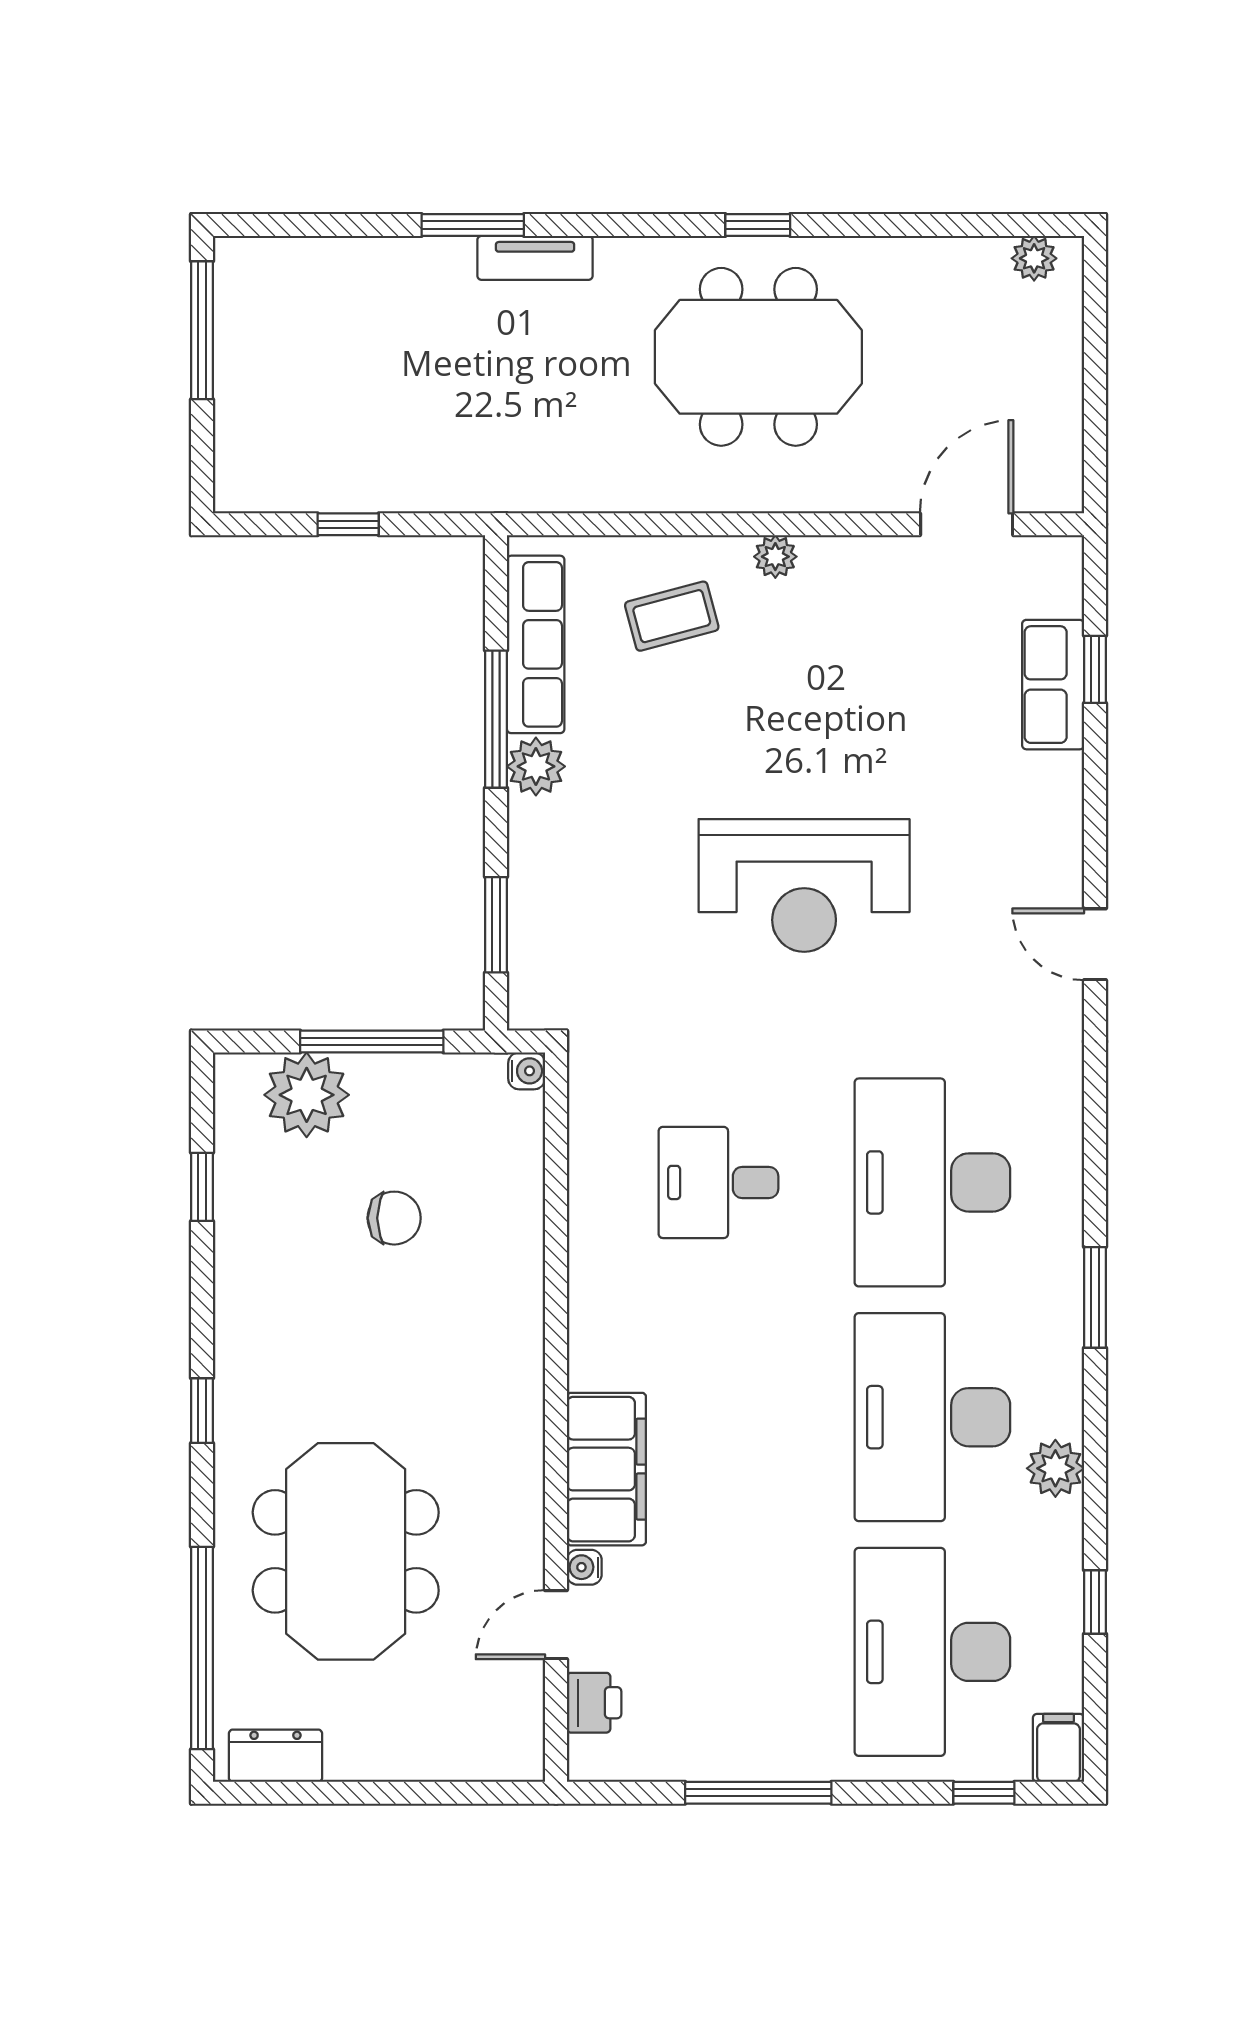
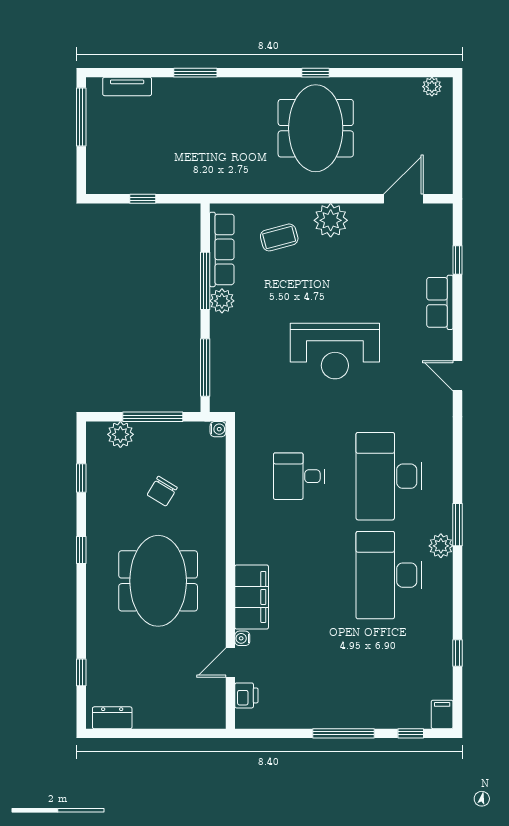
tv unit: (535, 258) -> (127, 86), moved
meeting table: (758, 357) -> (316, 128), turned 90
plant: (775, 557) -> (331, 220), width x1.87, depth x1.87
row of seats: (1053, 685) -> (440, 302), moved
window: (496, 925) -> (205, 368), width x1.44
plant: (307, 1095) -> (120, 434), width x0.73, depth x0.73
chair: (394, 1218) -> (162, 491), turned 121
window: (202, 1411) -> (81, 550), moved
plant: (1055, 1468) -> (441, 546), moved
meeting table: (346, 1551) -> (158, 581), moved
window: (202, 1648) -> (81, 672), width x0.32
desk: (932, 1652) -> (389, 674), removed
window: (758, 1793) -> (343, 733), moved

